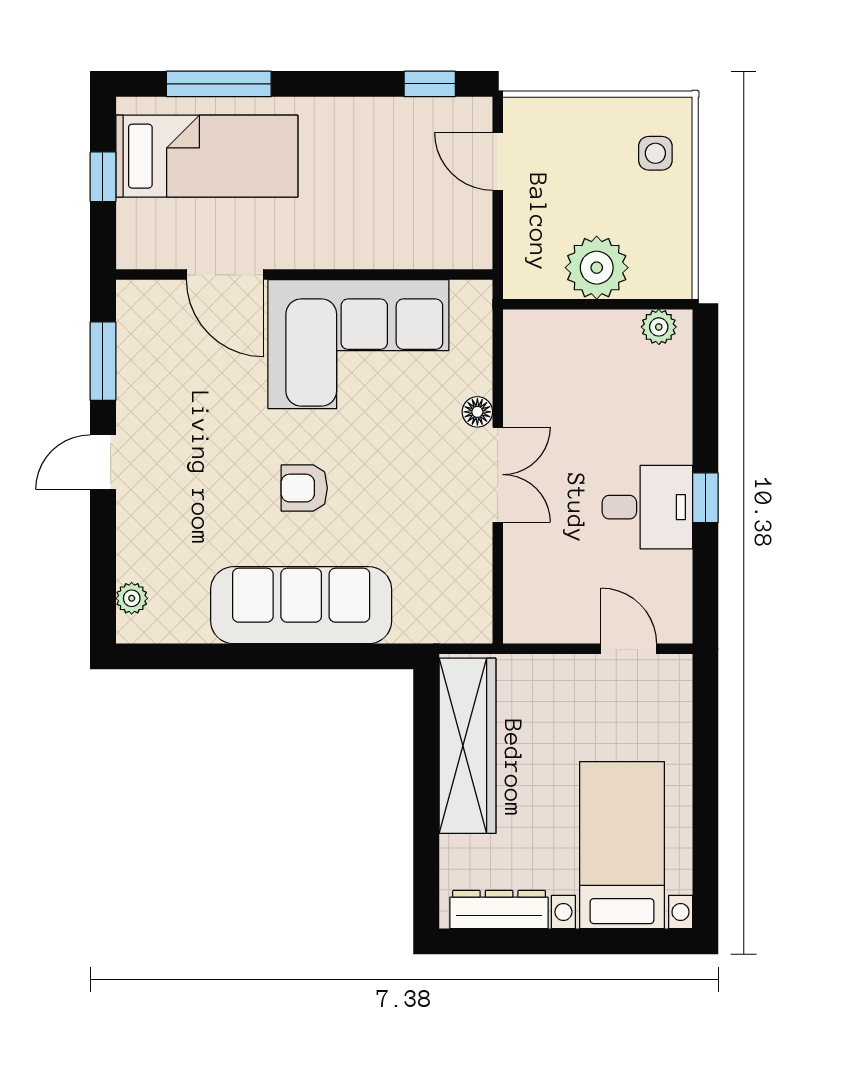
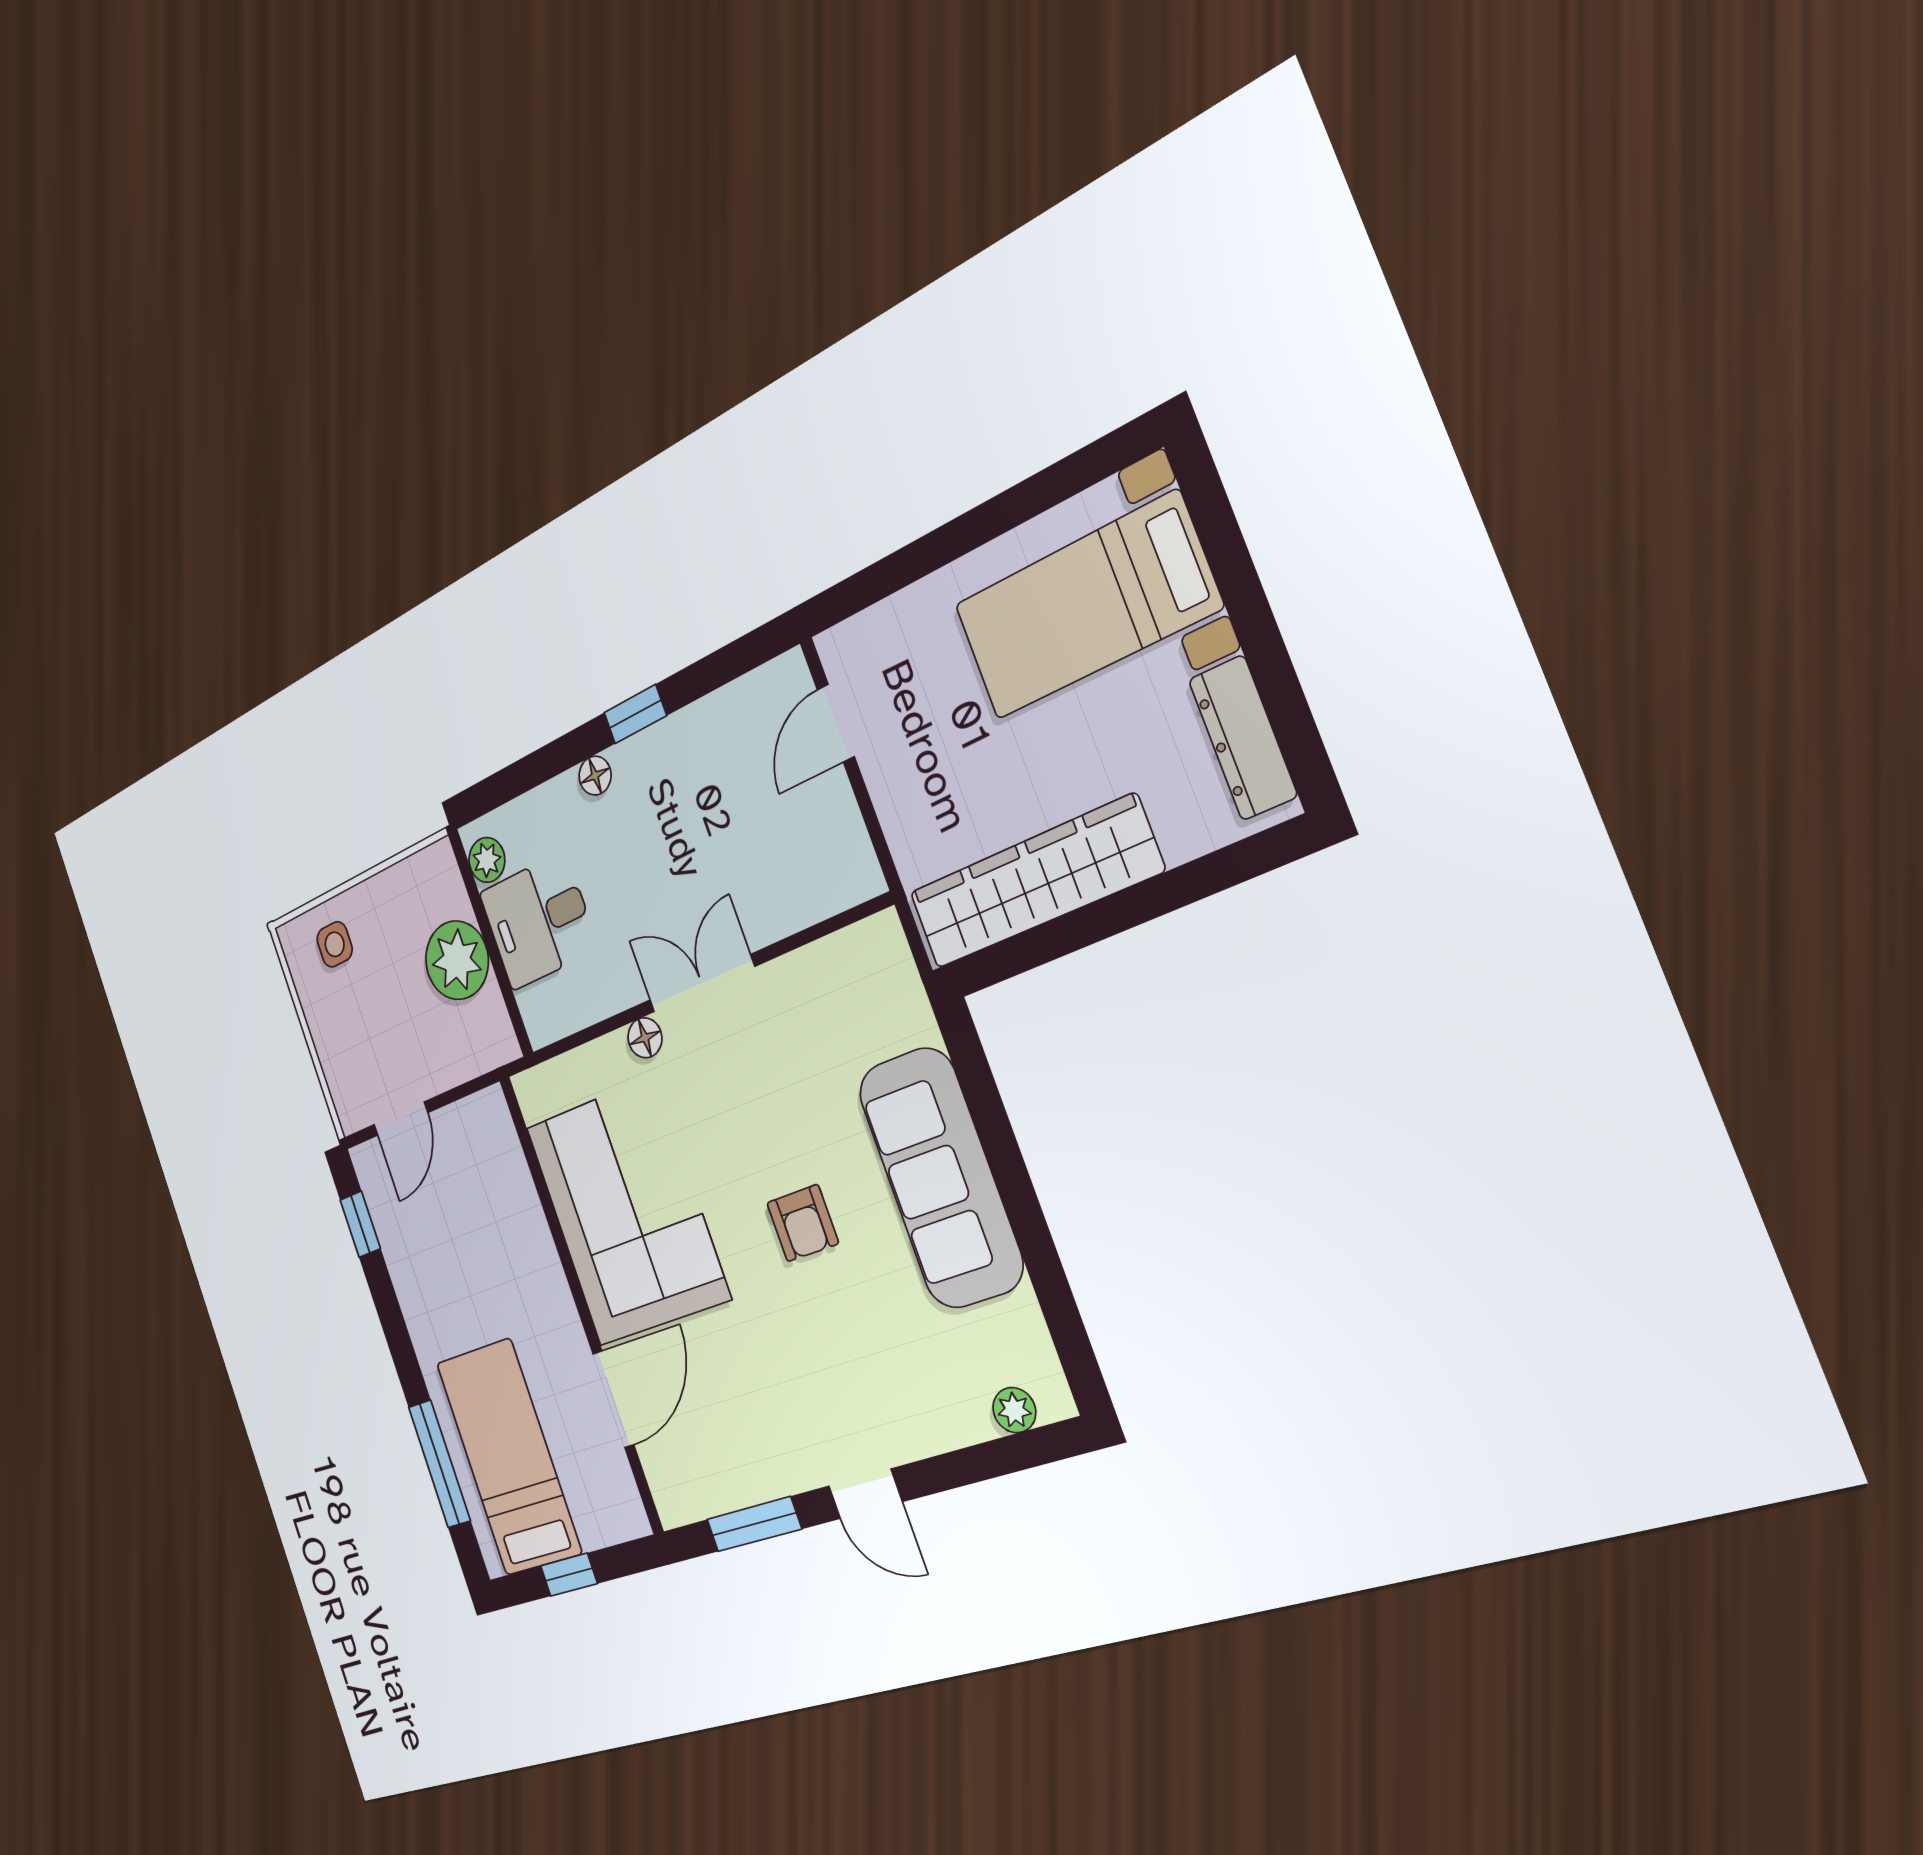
floor lamp: (678, 447) -> (595, 776), added
desk: (647, 507) -> (538, 921), moved, turned -90

